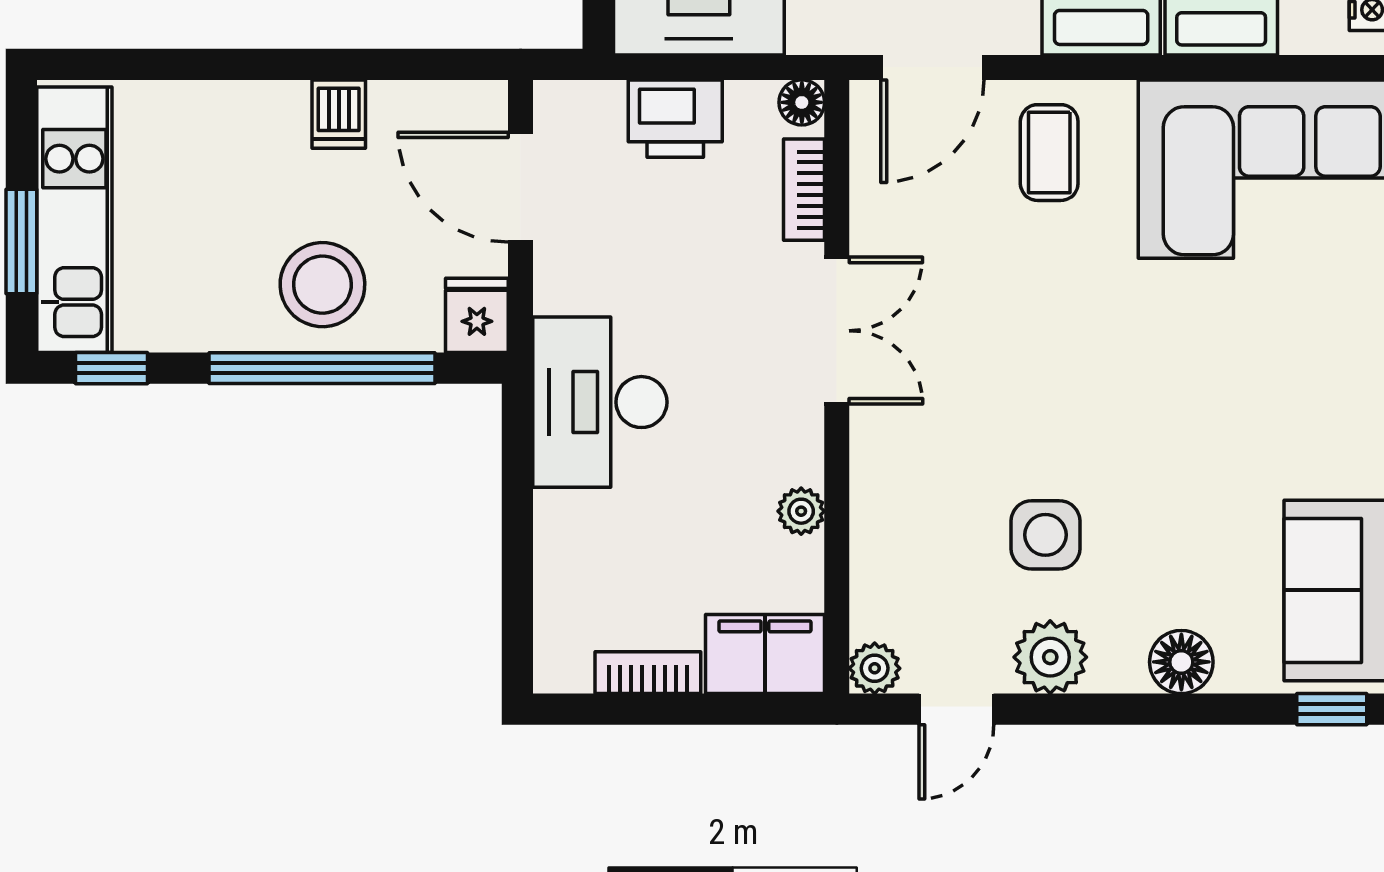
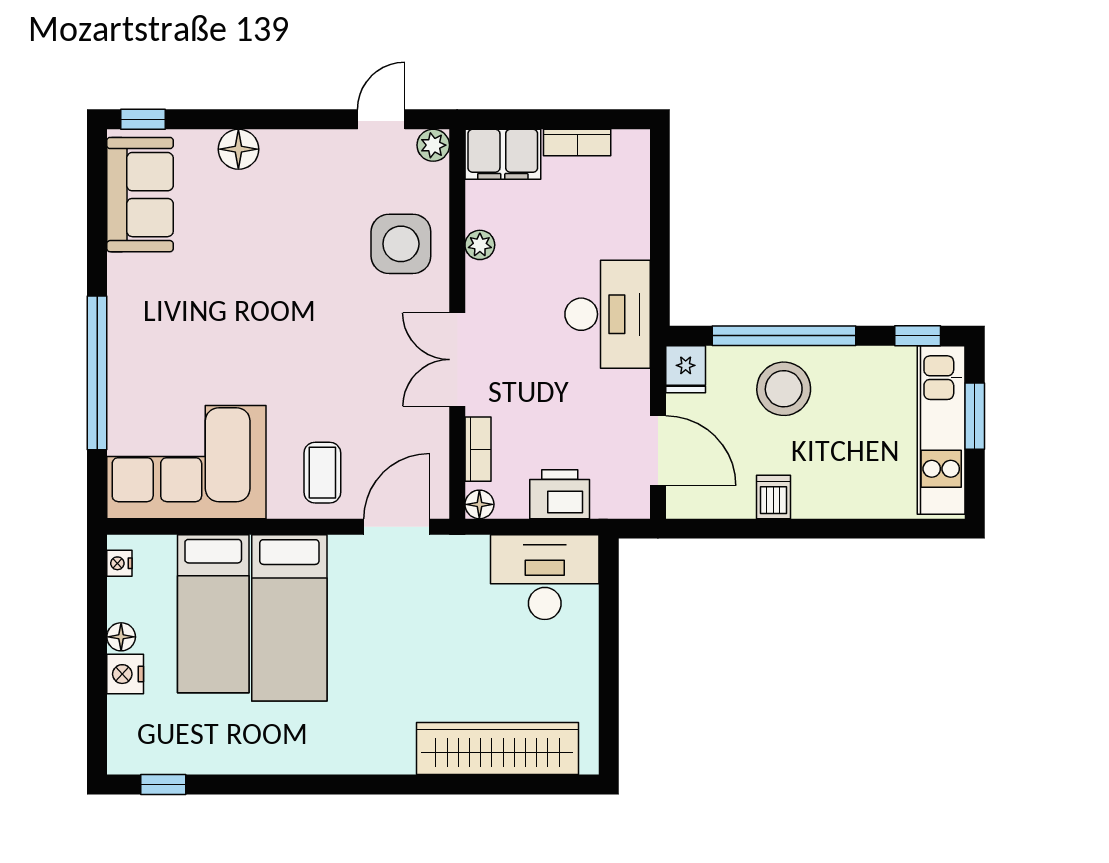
side table: (1045, 535) -> (401, 244), moved, width x1.37, depth x1.37
plant: (1050, 657) -> (322, 152), removed

